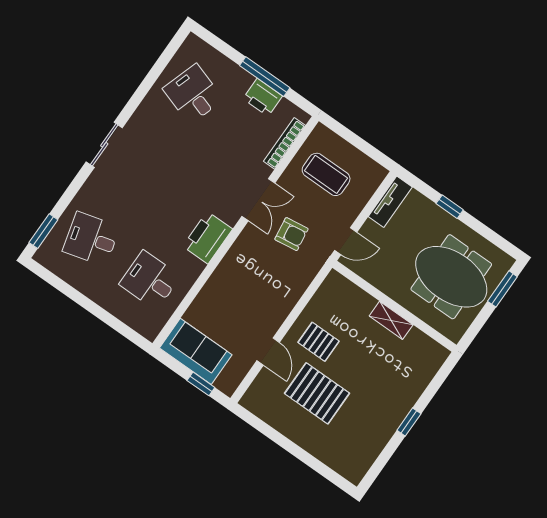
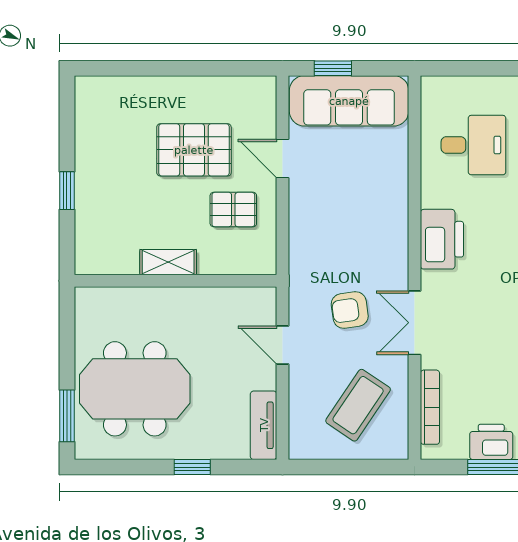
coffee table: (326, 174) -> (358, 405), turned -56
door: (346, 241) -> (283, 345), hinge flipped
wall: (394, 306) -> (176, 281), moved
shelving: (391, 320) -> (168, 262), moved
sofa: (196, 351) -> (349, 101), width x1.36

